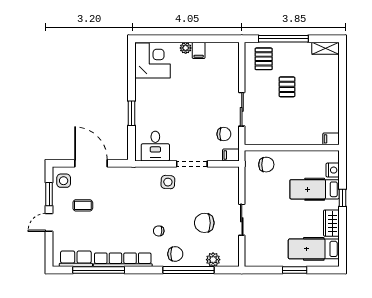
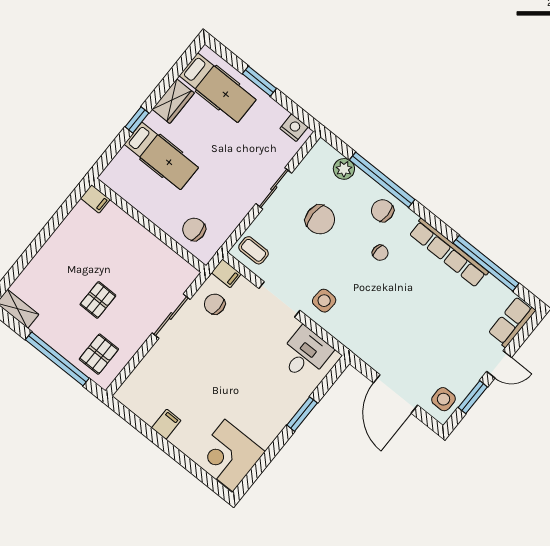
plant: (186, 48) -> (179, 439), removed
nightstand: (333, 170) -> (294, 128), moved, turned 90
coffee table: (83, 205) -> (254, 250), moved
row of seats: (76, 259) -> (512, 322), moved, turned 90

